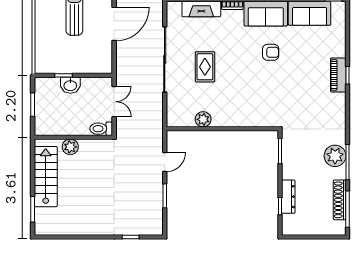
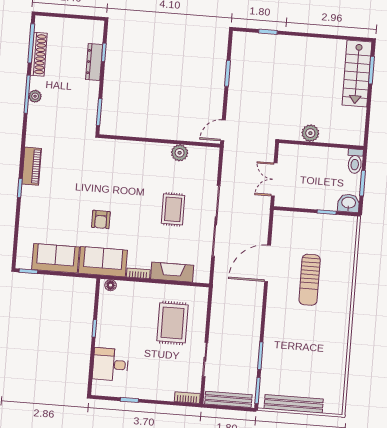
armchair: (271, 52) -> (101, 219), turned -90
piano: (338, 75) -> (32, 166), moved
washbasin: (70, 85) -> (349, 203), moved
toilet: (101, 129) -> (355, 161), moved, turned 90
plant: (70, 147) -> (310, 133), moved
plant: (335, 156) -> (35, 96), width x0.53, depth x0.53
door: (165, 162) -> (223, 130), moved
stairs: (46, 177) -> (357, 73), moved

